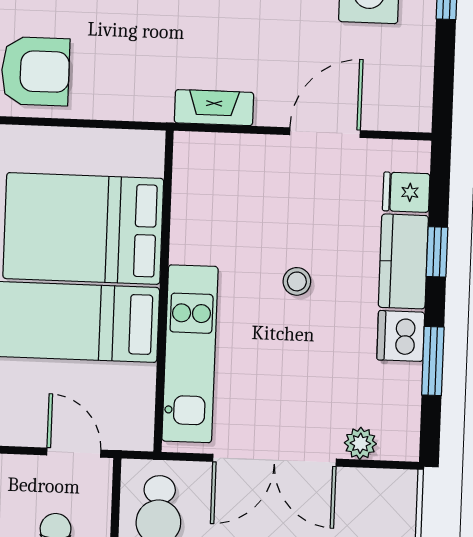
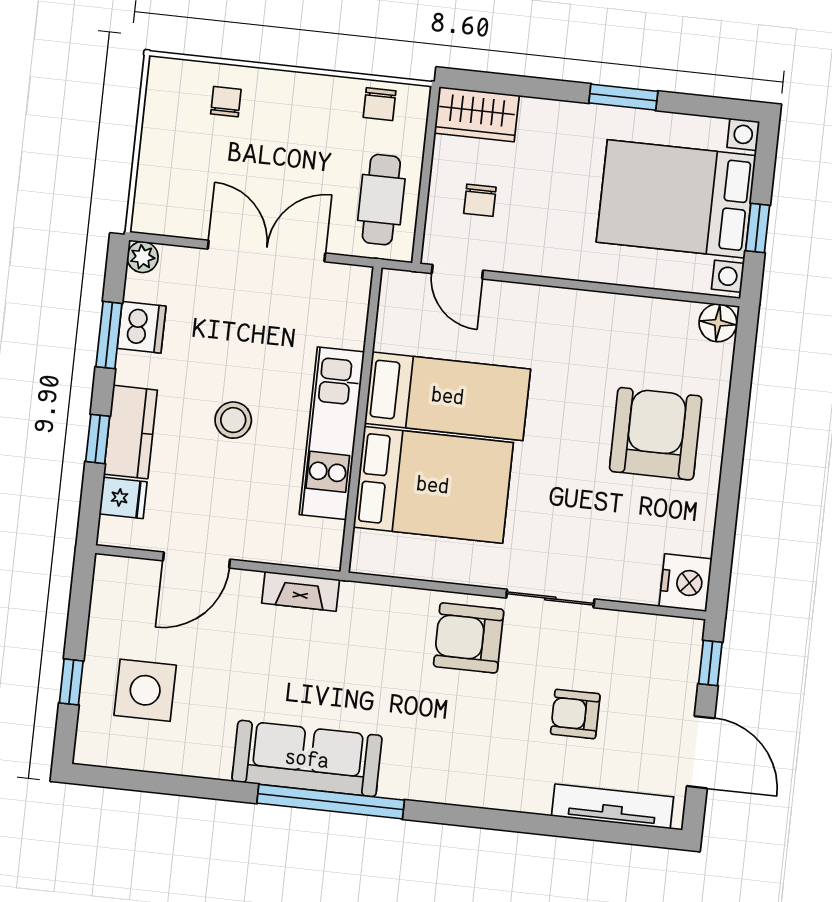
stool: (297, 281) -> (233, 420), width x1.37, depth x1.37
dishwasher: (401, 336) -> (142, 327), moved
kitchen unit: (190, 354) -> (332, 433), moved
plant: (360, 443) -> (143, 257), moved

